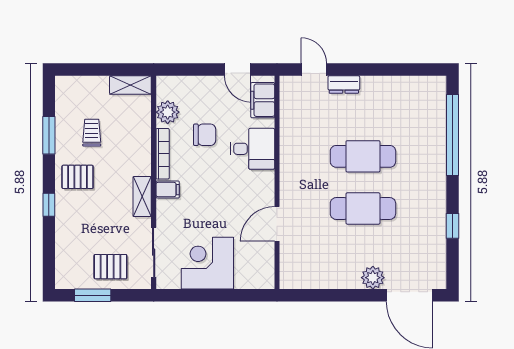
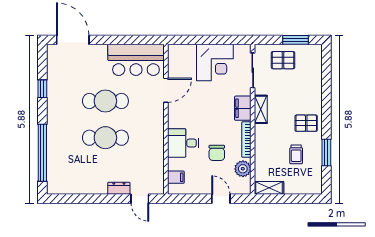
door: (238, 70) -> (221, 199), moved
filing cabinet: (263, 100) -> (176, 177), width x0.50
chair: (205, 135) -> (217, 153), turned -90
filing cabinet: (168, 190) -> (243, 108), width x2.00
window: (49, 205) -> (326, 104), removed
bar counter: (319, 267) -> (136, 60), added
plant: (373, 278) -> (99, 52), removed

